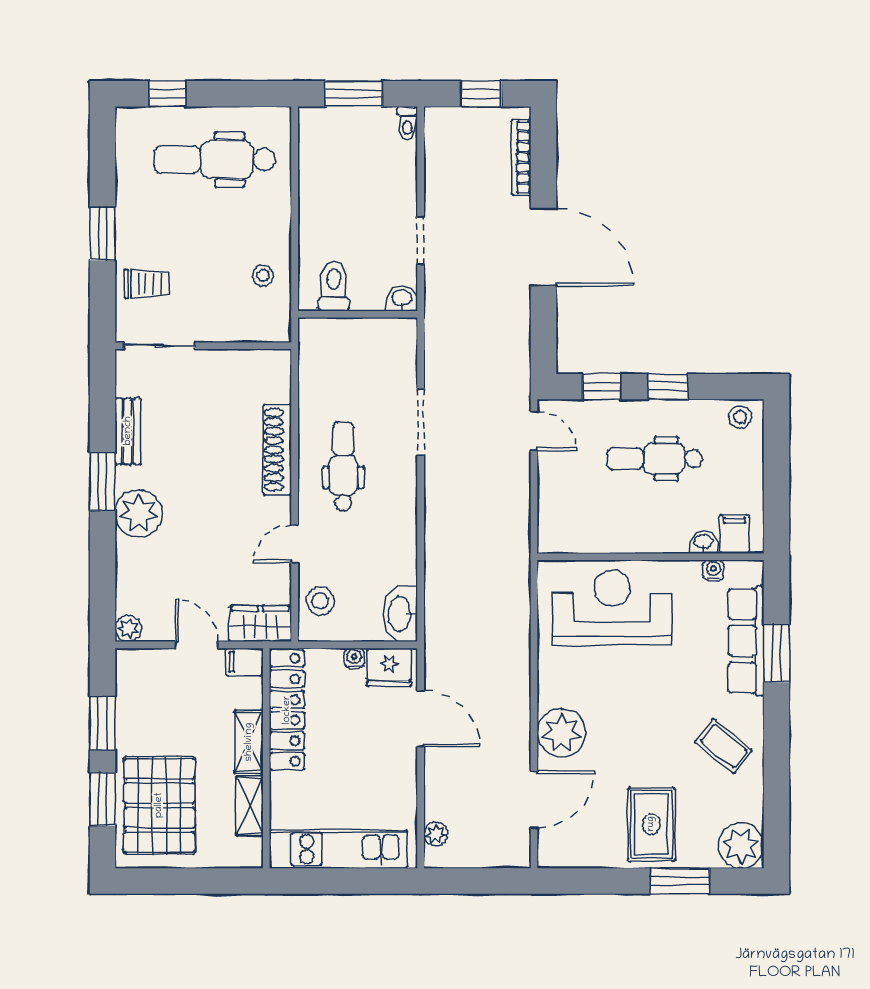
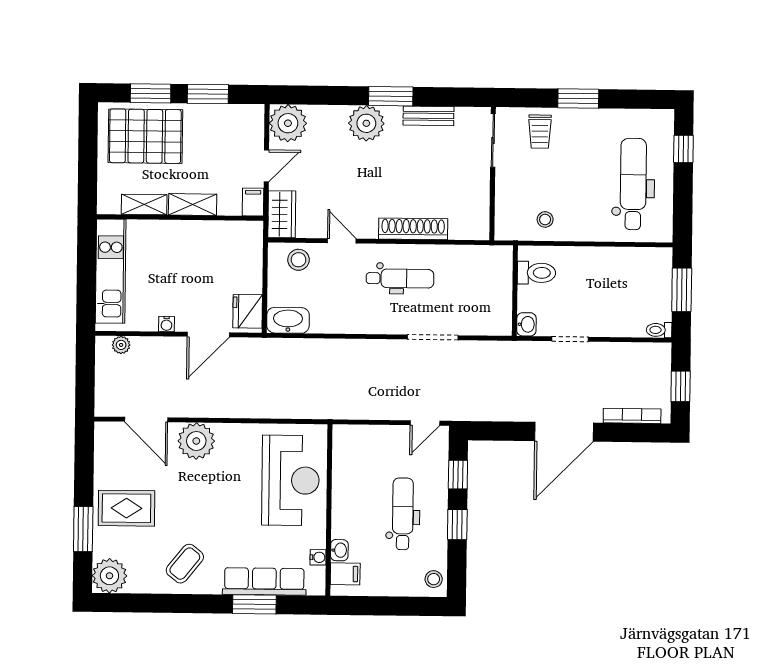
plant: (128, 629) -> (288, 123), width x1.87, depth x1.87
water cooler: (354, 658) -> (167, 324), moved, turned 90
locker: (287, 710) -> (216, 234), removed

